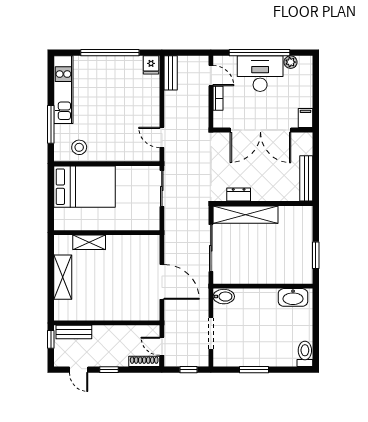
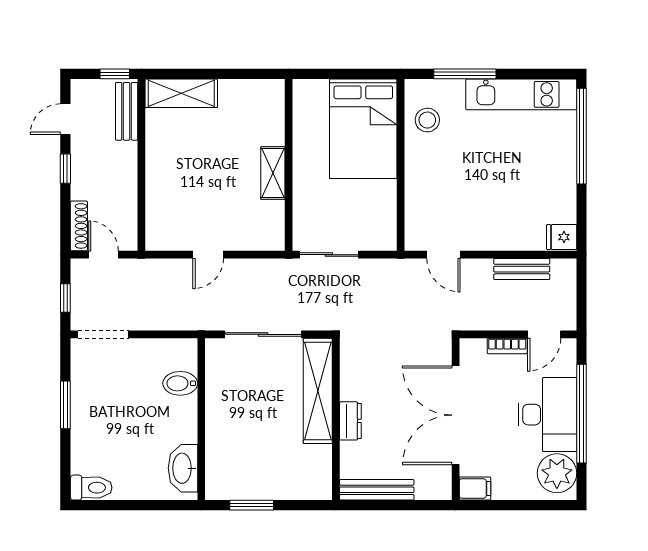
window: (110, 53) -> (581, 136), moved
plant: (291, 62) -> (557, 473), width x1.87, depth x1.87
bench: (171, 73) -> (522, 269), moved
door: (162, 137) -> (443, 255), swing flipped
sliding door: (162, 189) -> (329, 255), moved
dresser: (239, 195) -> (350, 421), moved
shelving: (89, 242) -> (273, 173), moved
shelving: (63, 277) -> (181, 93), moved
door: (162, 282) -> (208, 255), width x0.53
bidet: (224, 297) -> (180, 383), moved, turned 90
doorway: (211, 333) -> (103, 334), moved
door: (162, 346) -> (104, 255), hinge flipped

